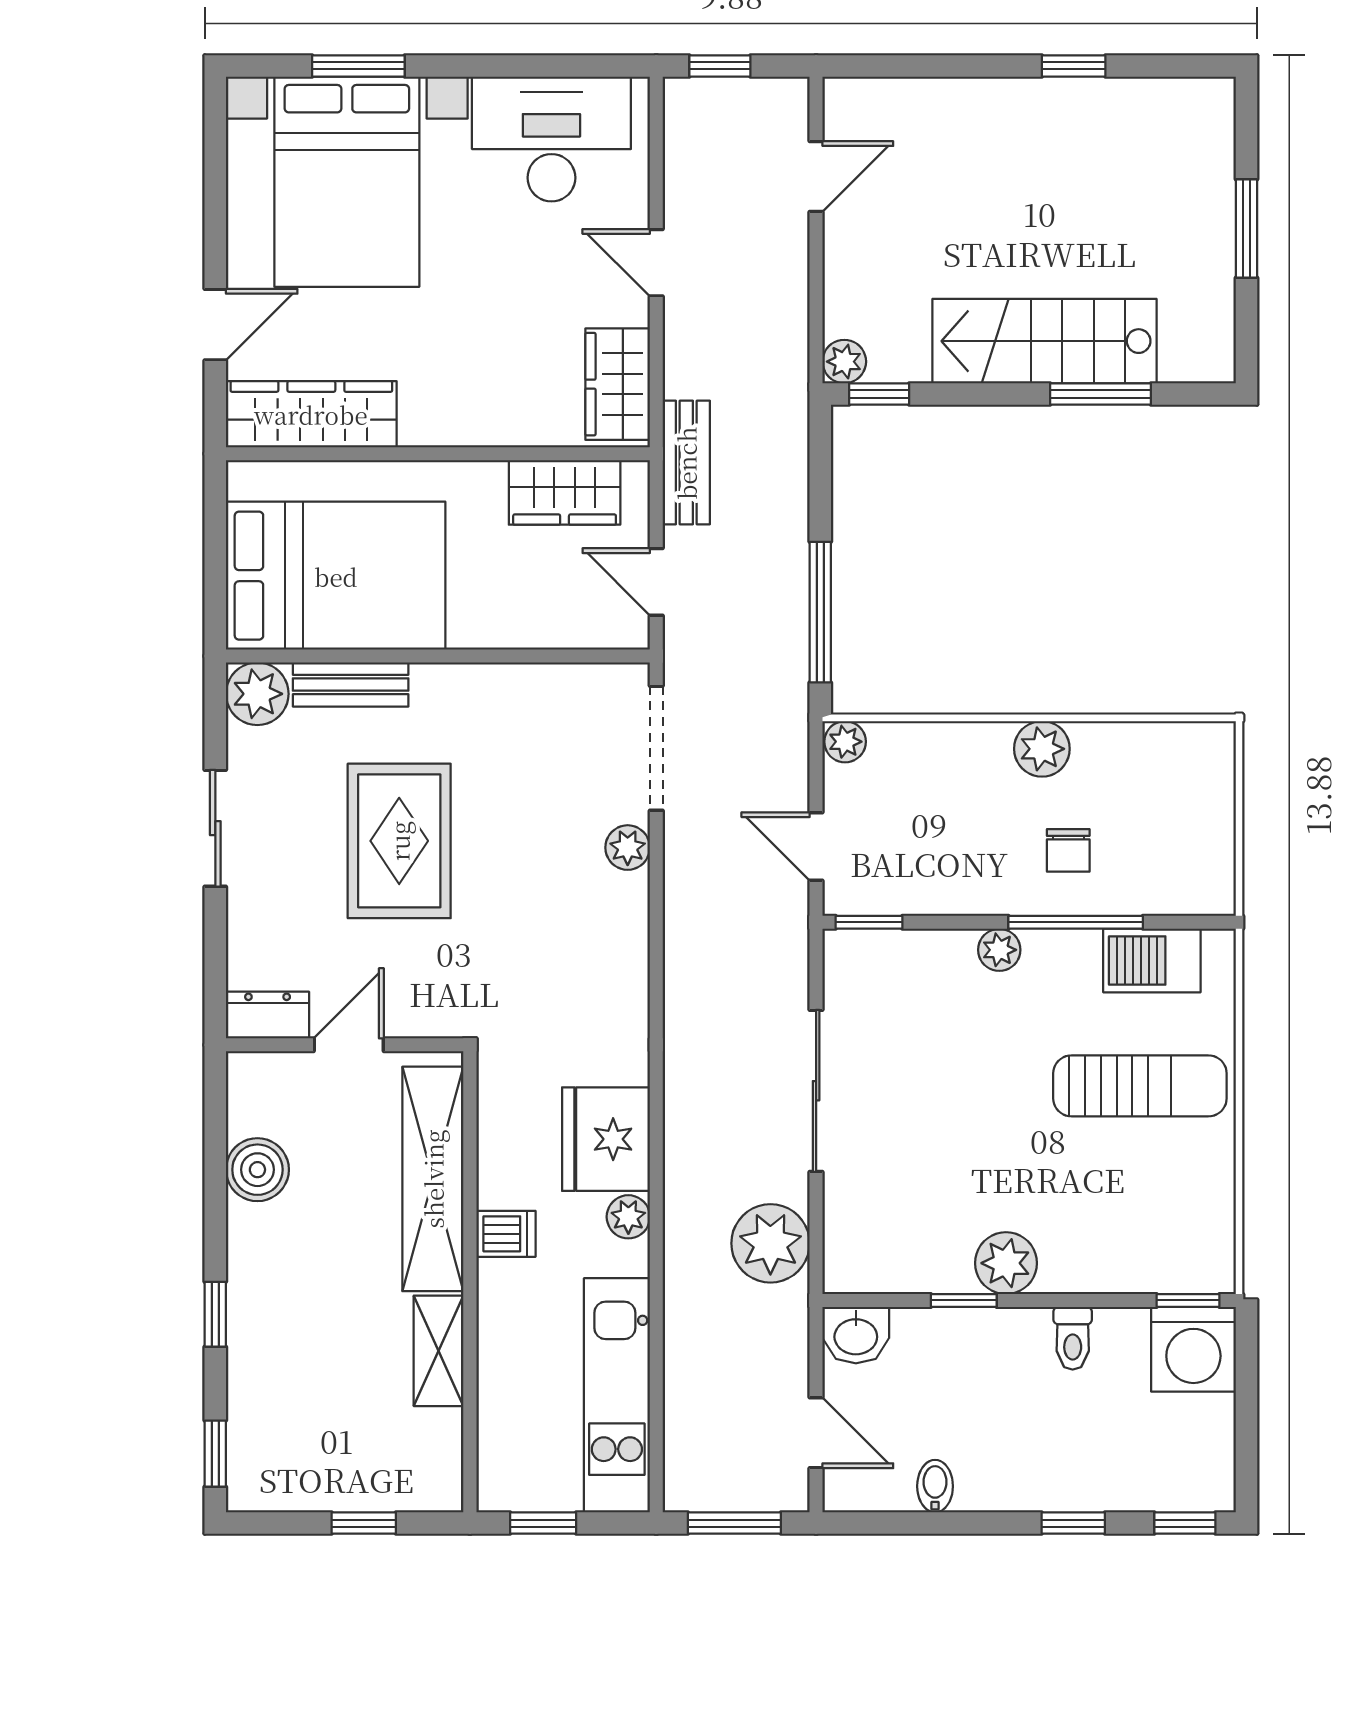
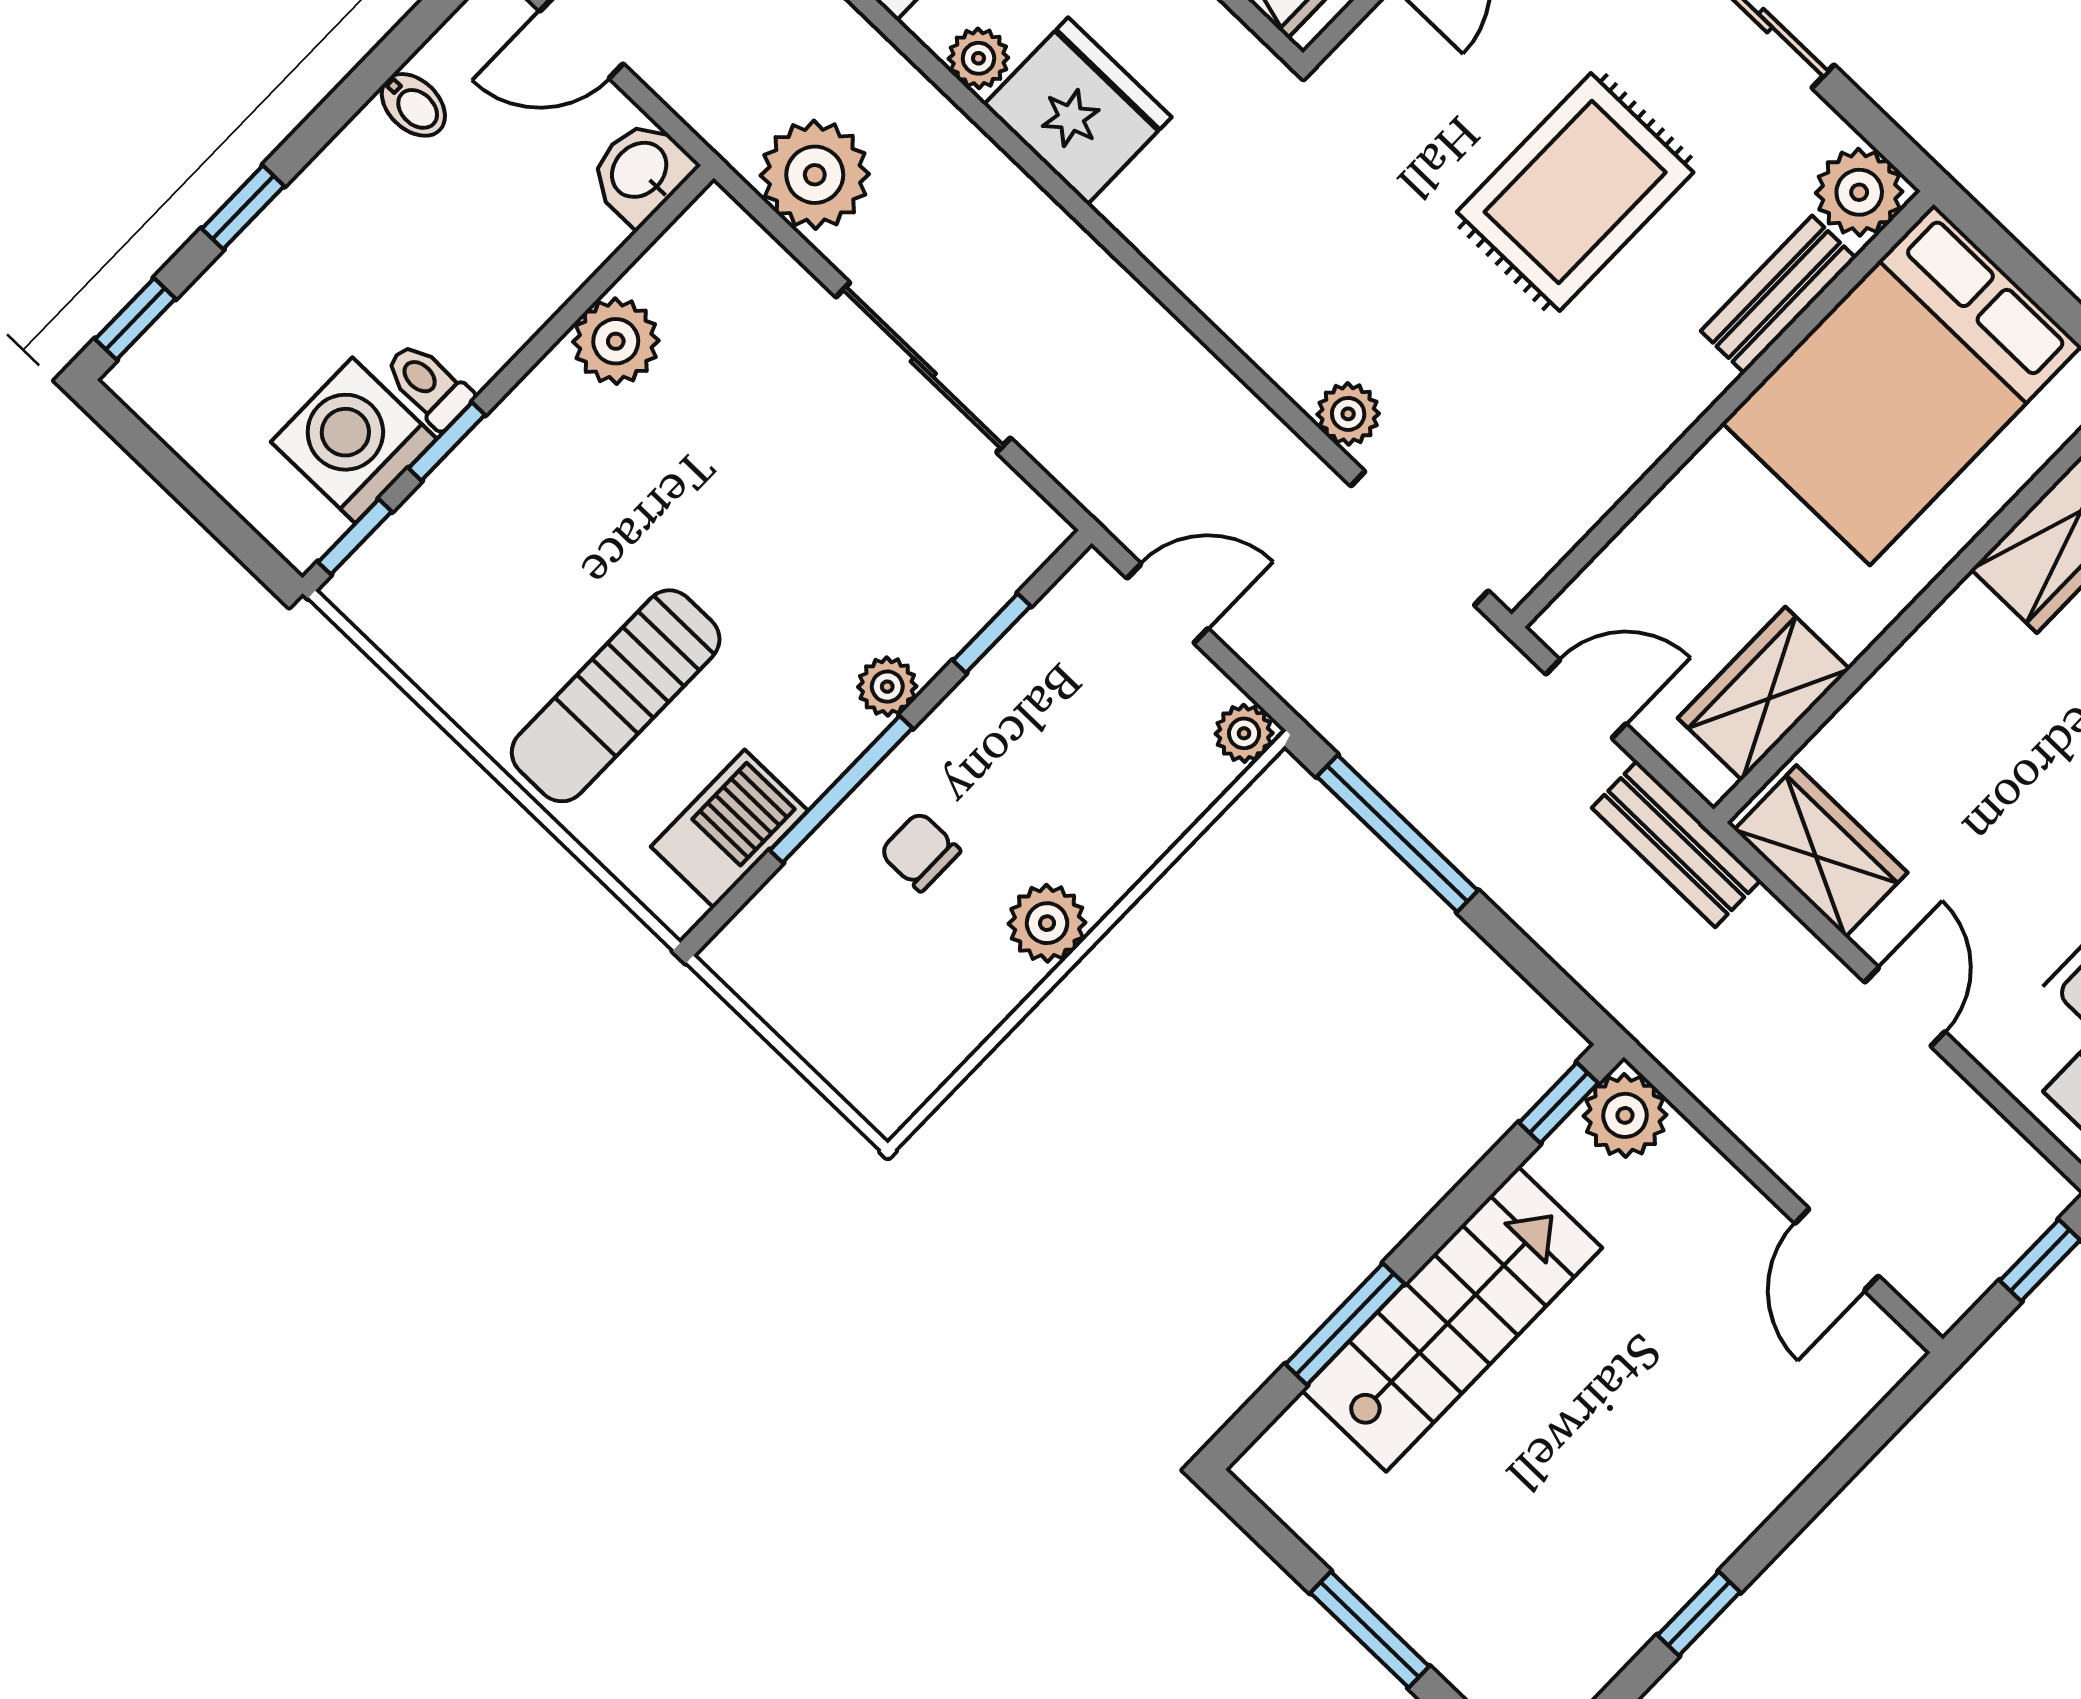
door: (656, 263) -> (1905, 1007), hinge flipped
plant: (844, 362) -> (1625, 1115), width x1.38, depth x1.38
rug: (399, 841) -> (1575, 192), turned 90
window: (869, 922) -> (992, 633), moved
plant: (1006, 1263) -> (616, 341), moved
window: (964, 1300) -> (447, 441), moved
washing machine: (1193, 1349) -> (354, 440), moved

